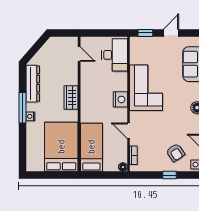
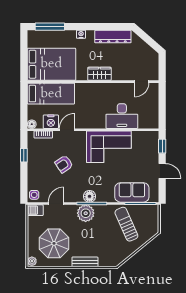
desk: (115, 55) -> (122, 116), moved
nightstand: (120, 99) -> (51, 122), moved
window: (23, 108) -> (50, 27), moved
armchair: (175, 153) -> (64, 164), moved
window: (170, 175) -> (24, 155), moved

